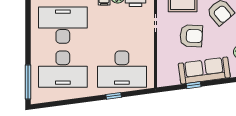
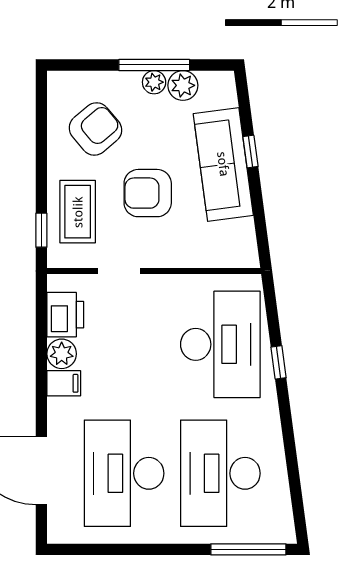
armchair: (191, 36) -> (148, 193), turned -93
desk: (63, 69) -> (220, 473), turned 180
window: (194, 85) -> (250, 152), moved

